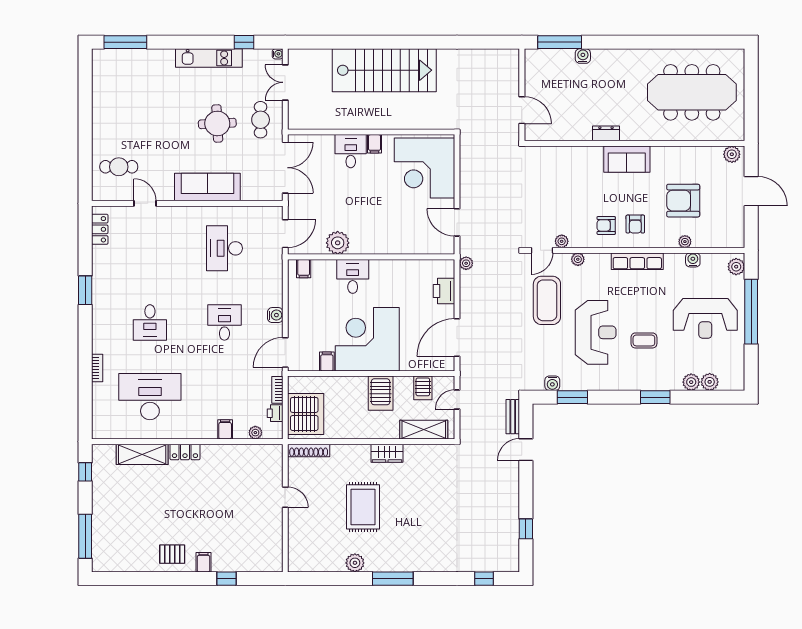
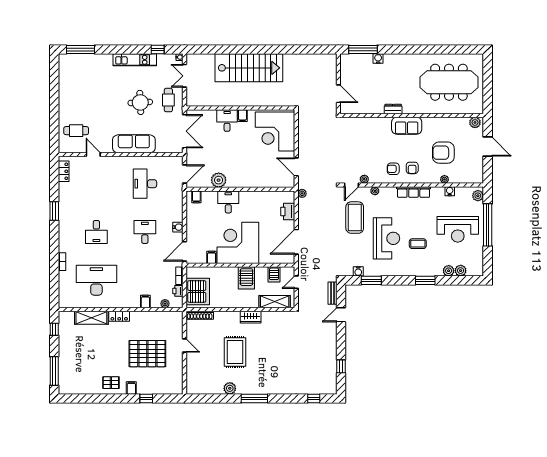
pallet: (228, 509) -> (147, 354), added

